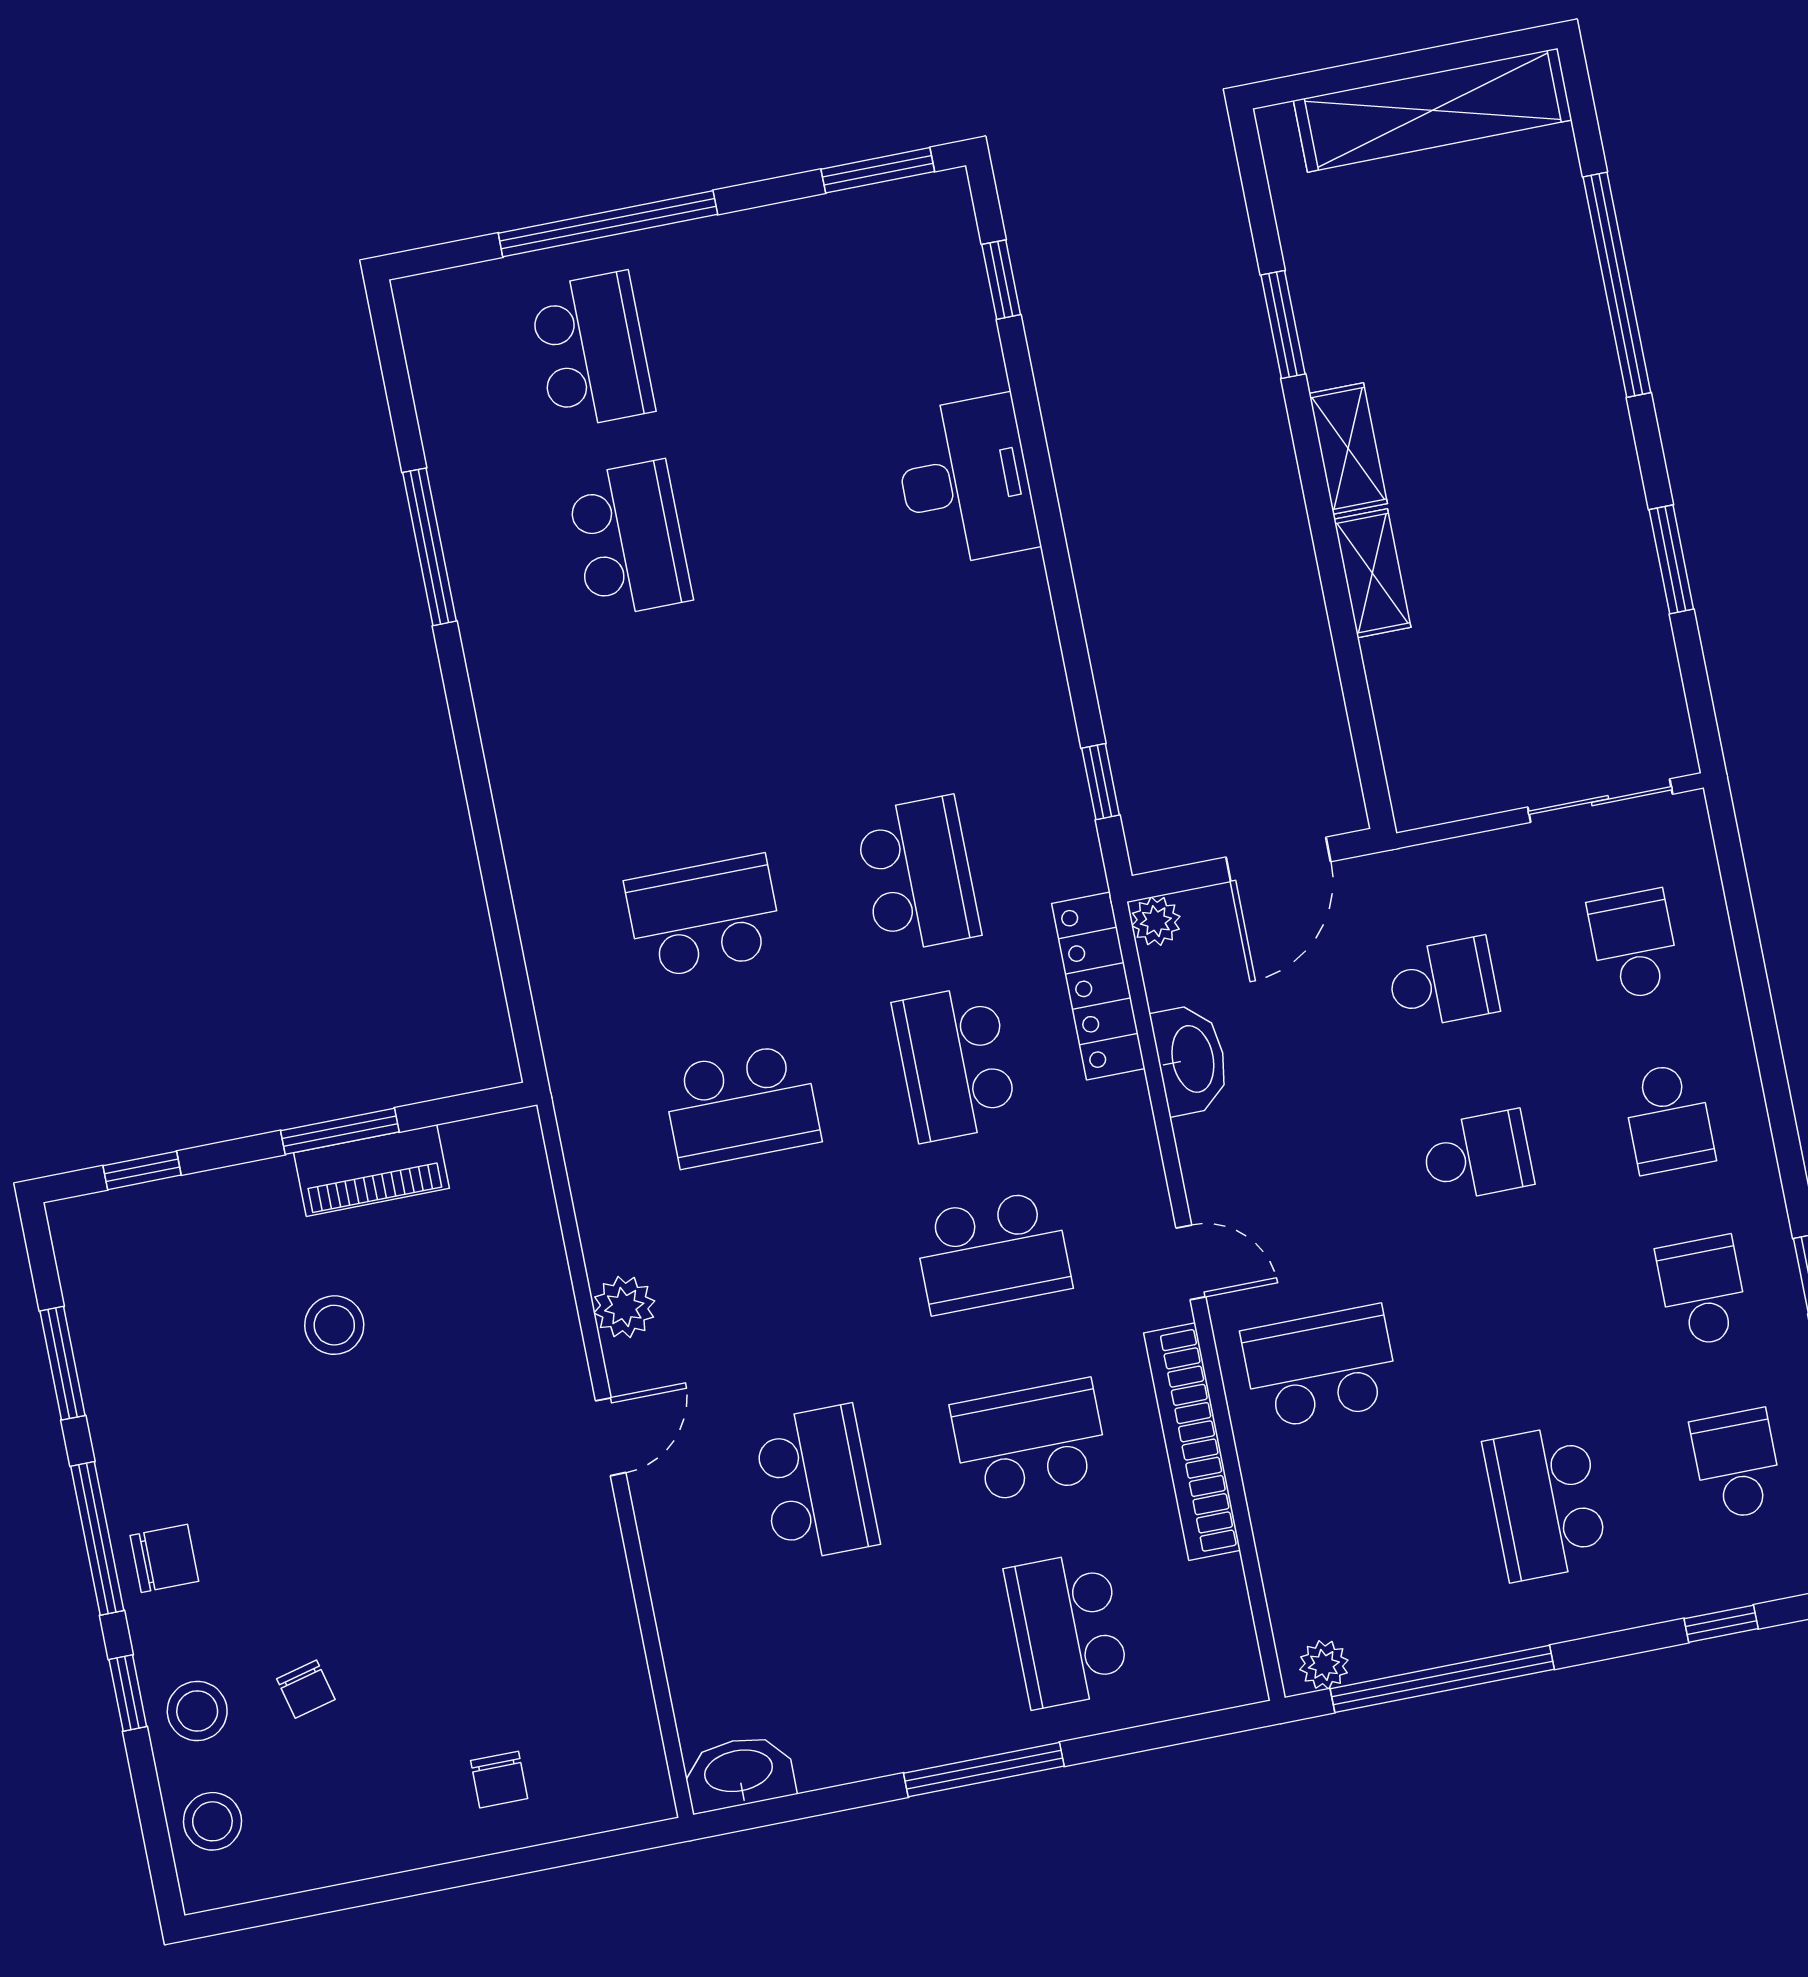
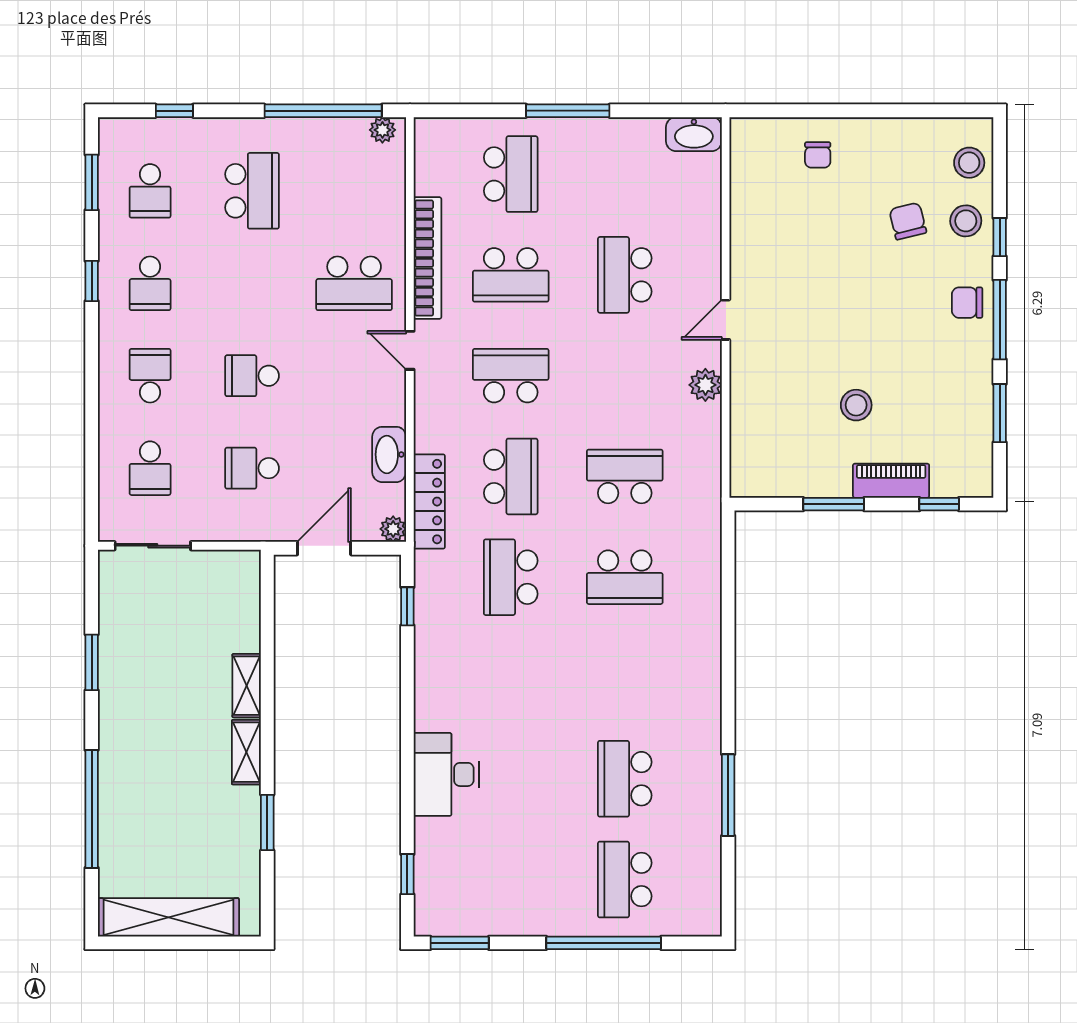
piano: (371, 1170) -> (891, 481), moved
chair: (306, 1689) -> (908, 221), width x1.37, depth x1.37
chair: (499, 1780) -> (818, 155), turned 180

